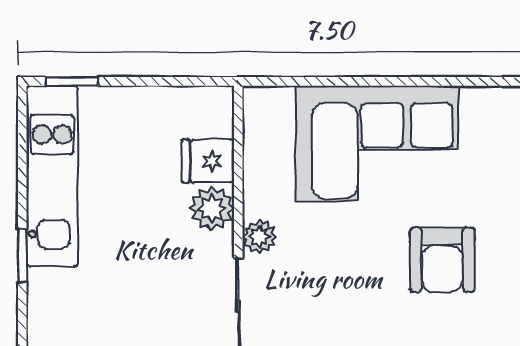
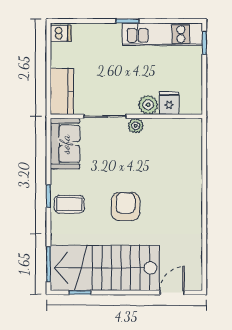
corner sofa: (377, 143) -> (177, 178), removed
armchair: (442, 260) -> (125, 207), turned 90

